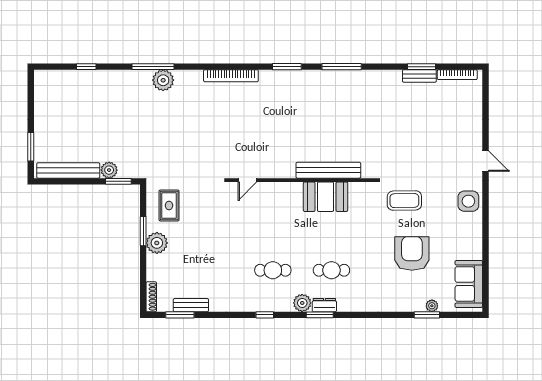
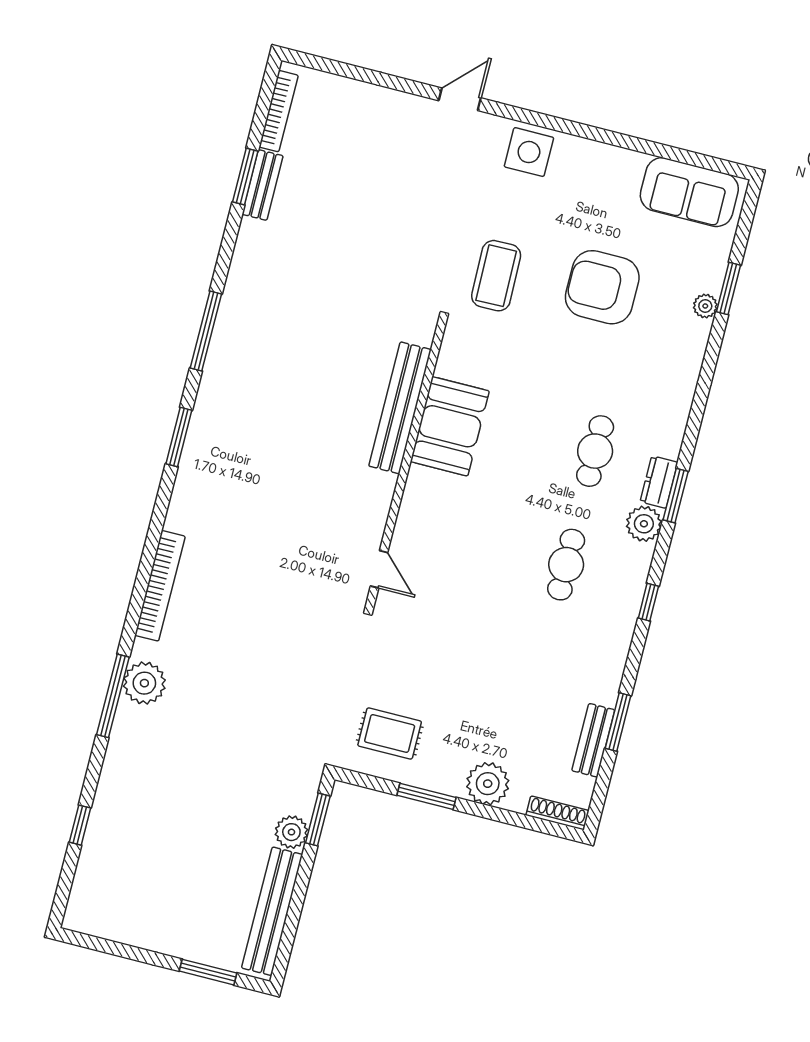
bookcase: (231, 76) -> (160, 586), moved
plant: (157, 243) -> (488, 784), moved
plant: (432, 306) -> (705, 306), moved
window: (180, 315) -> (618, 722), moved

